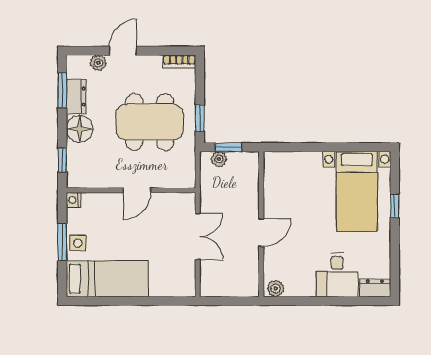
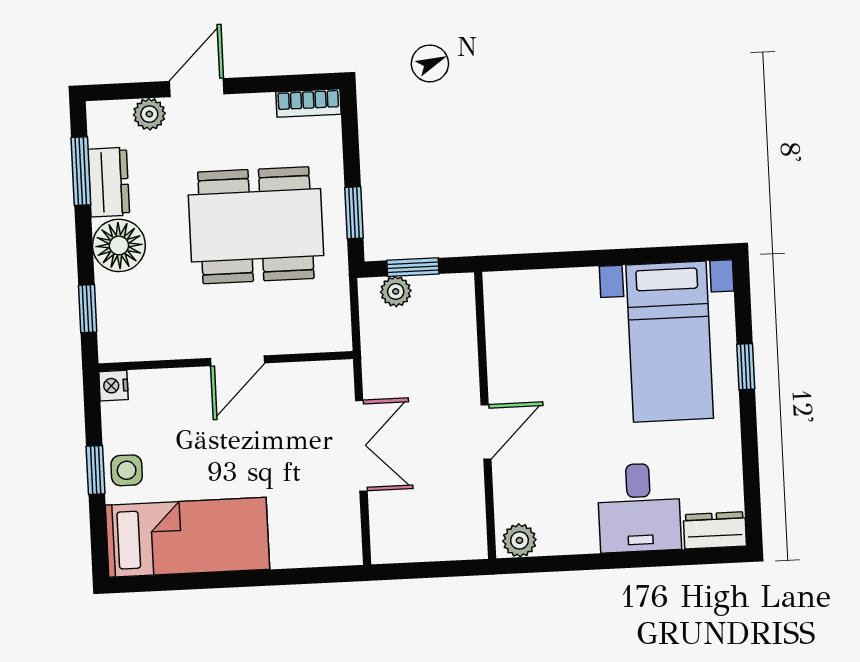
window: (62, 242) -> (96, 470), width x0.67

